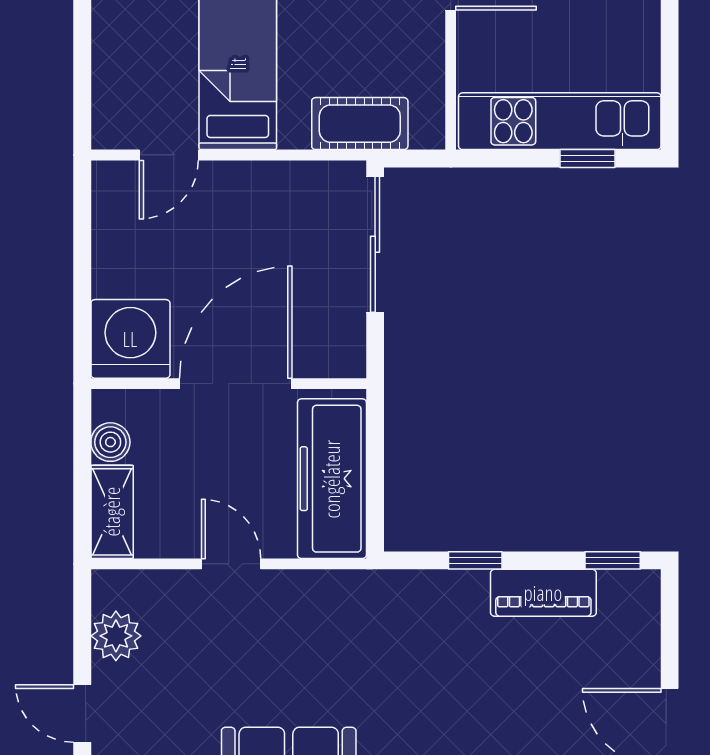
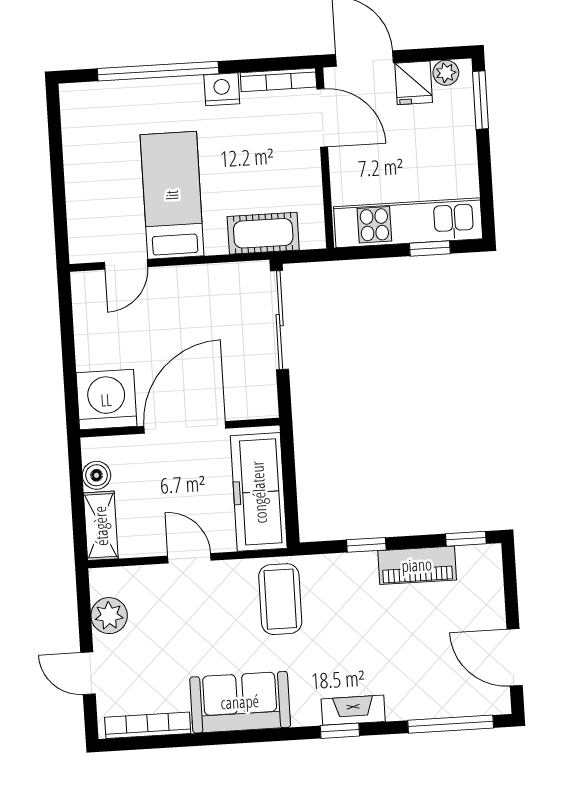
coffee table: (352, 628) -> (280, 599), added

